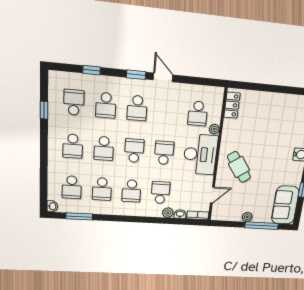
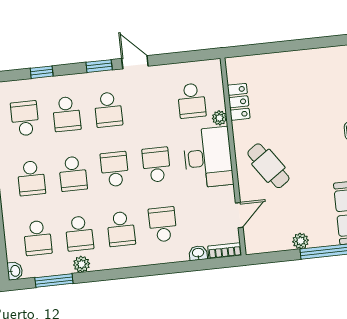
locker: (232, 105) -> (239, 102), moved
plant: (168, 213) -> (82, 264), moved

